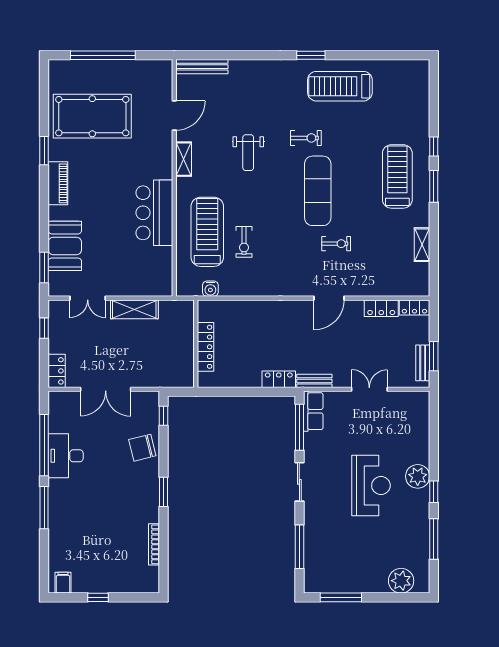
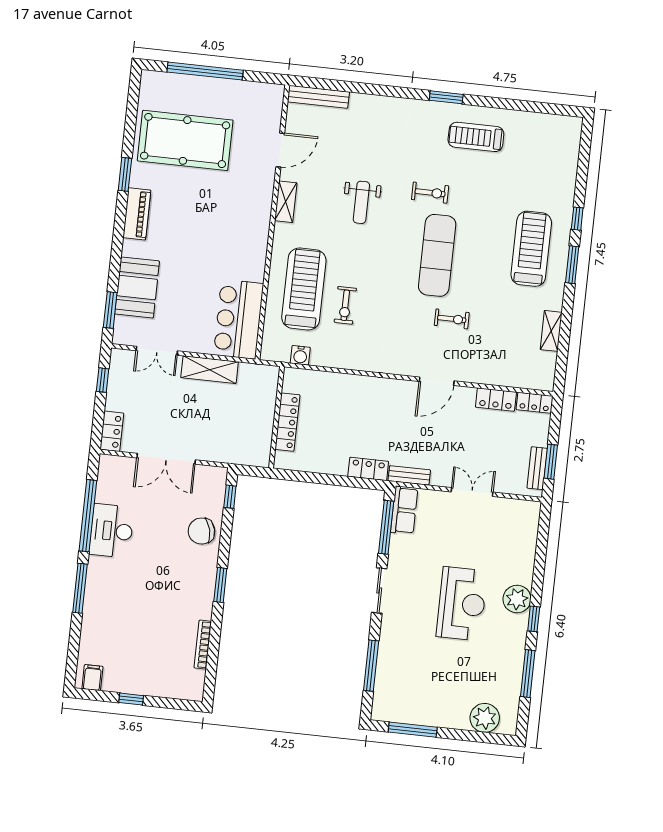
treadmill: (340, 86) -> (476, 137), width x0.73, depth x0.73
bar counter: (154, 213) -> (239, 319), moved

